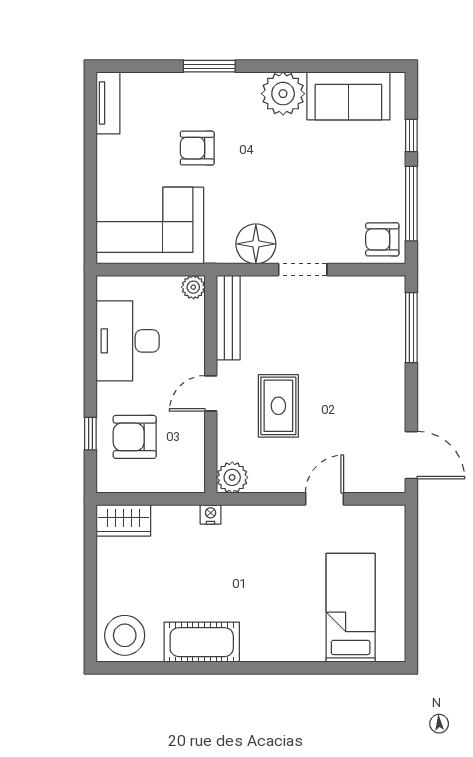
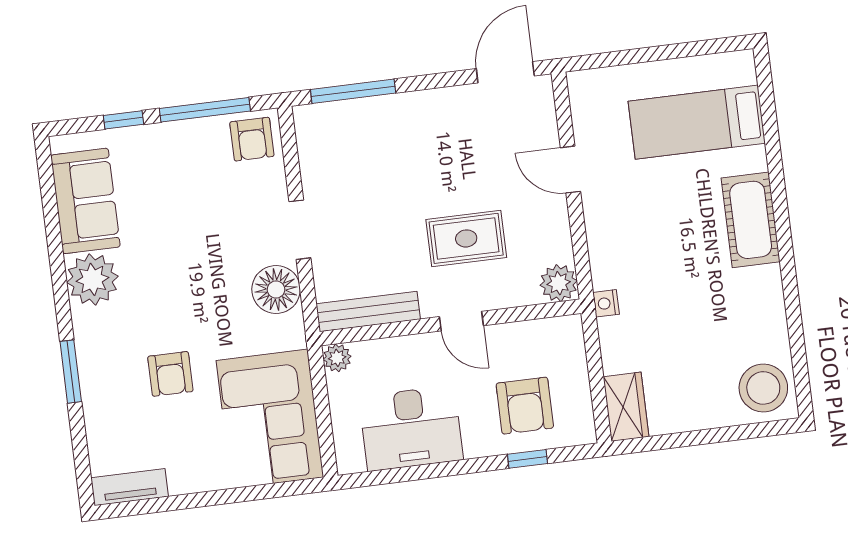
cot: (202, 642) -> (751, 220), moved

